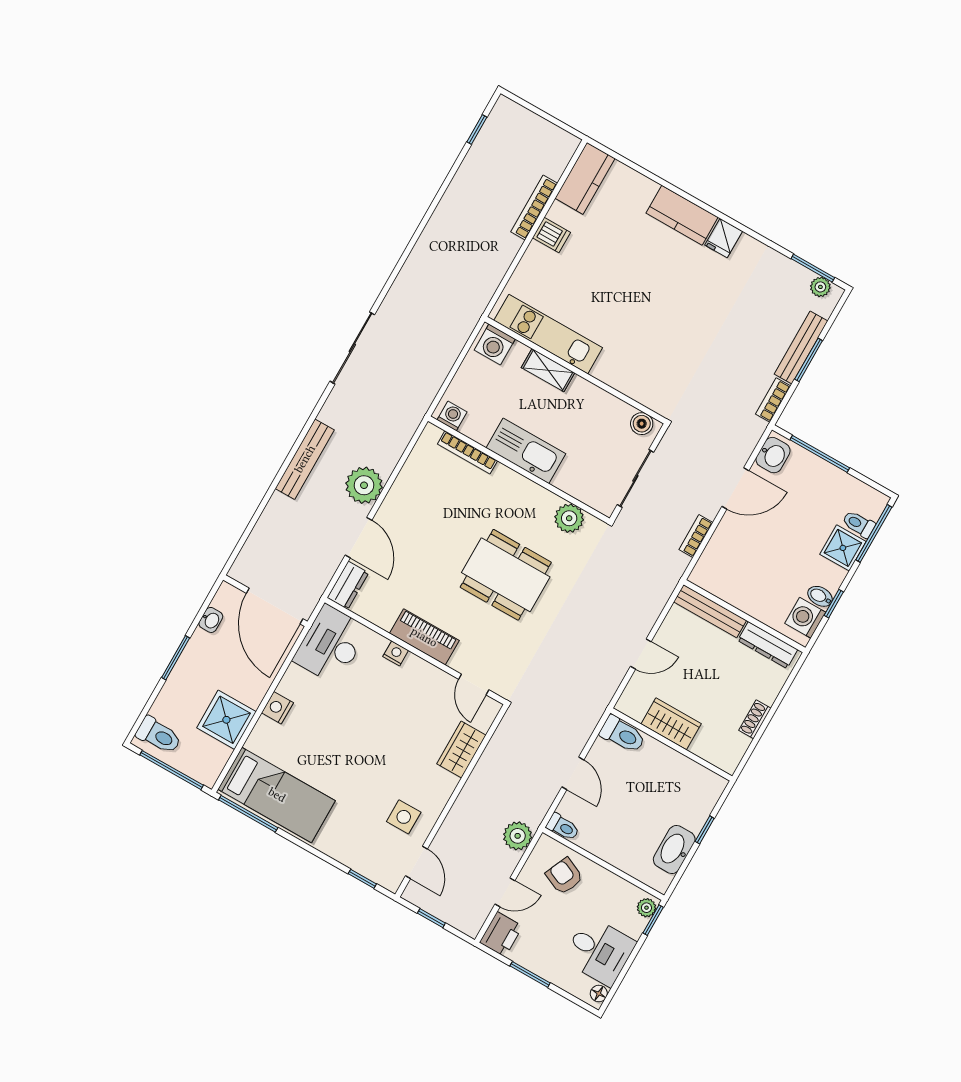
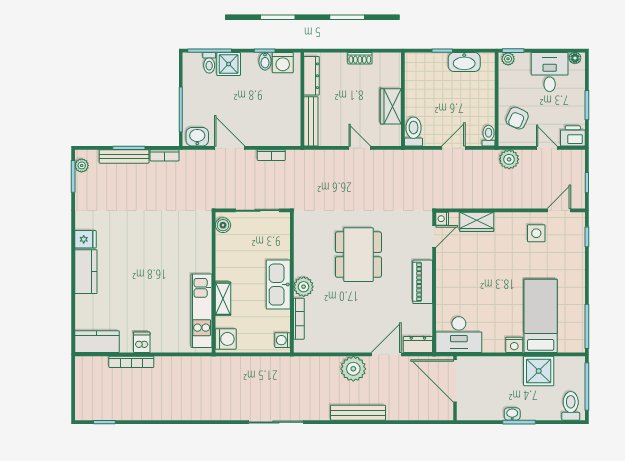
plant: (569, 518) -> (304, 287), moved
door: (275, 606) -> (455, 381), swing flipped
washbasin: (211, 620) -> (512, 414), moved
nightstand: (396, 653) -> (442, 219), moved
bed: (277, 795) -> (541, 316), moved

